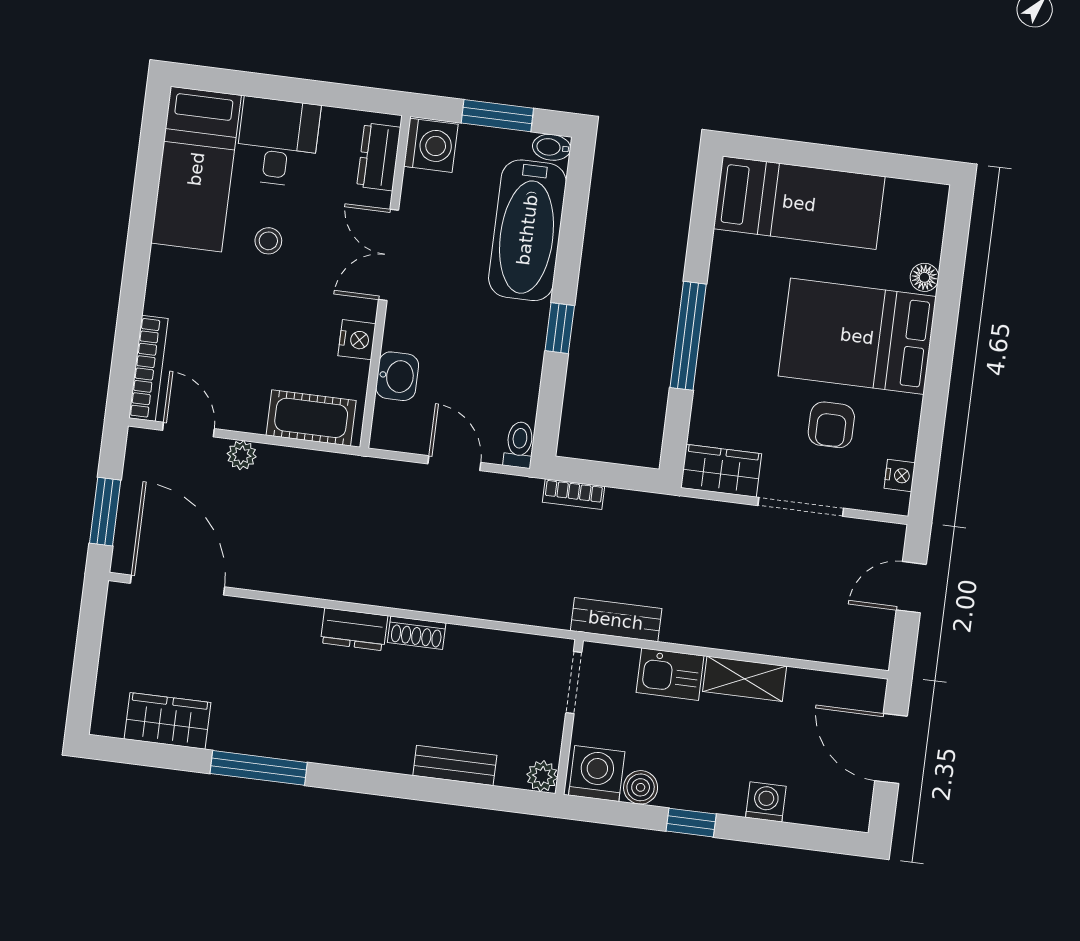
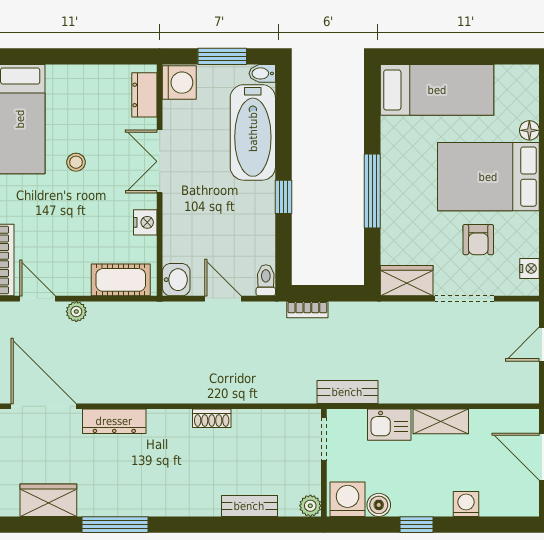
desk: (278, 142) -> (74, 93), removed
washbasin: (397, 376) -> (176, 280), moved
dresser: (354, 629) -> (114, 421), moved, width x1.44

